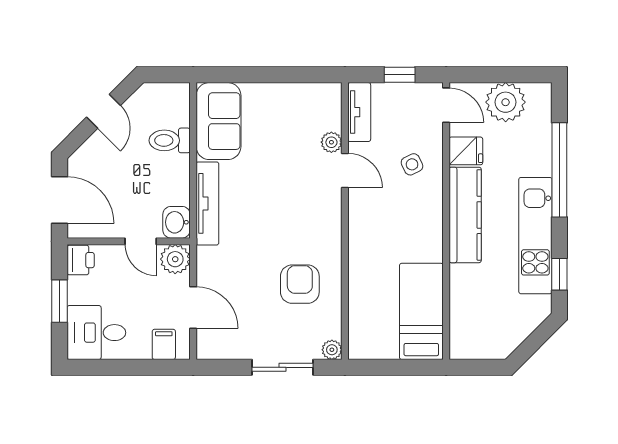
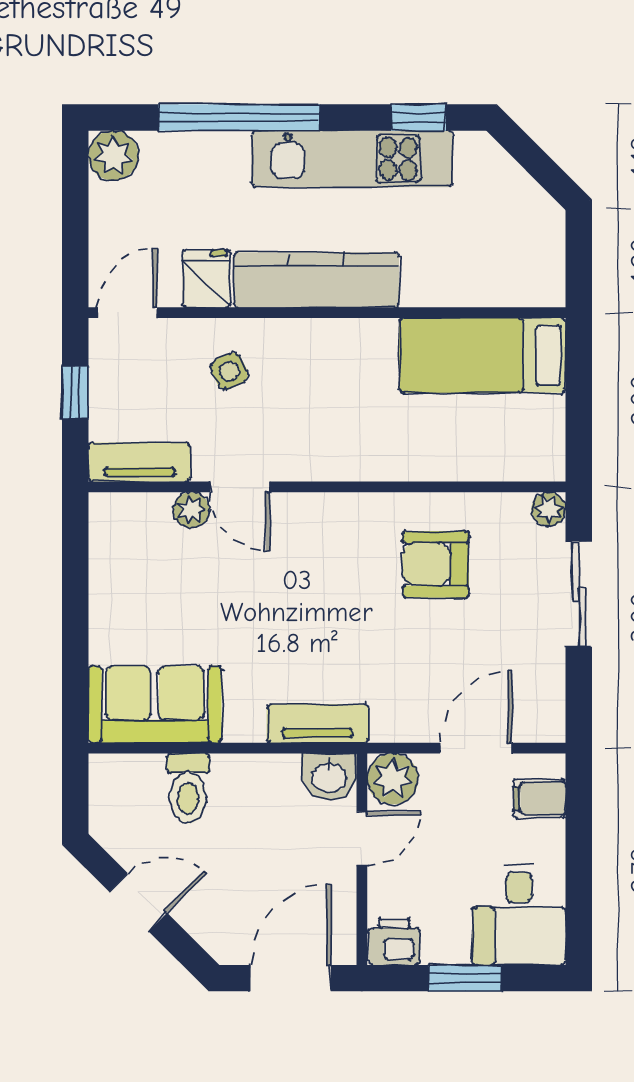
plant: (506, 102) -> (113, 155), moved, width x0.73, depth x0.73
door: (345, 170) -> (240, 487), swing flipped
tv unit: (207, 203) -> (318, 723), width x0.71

